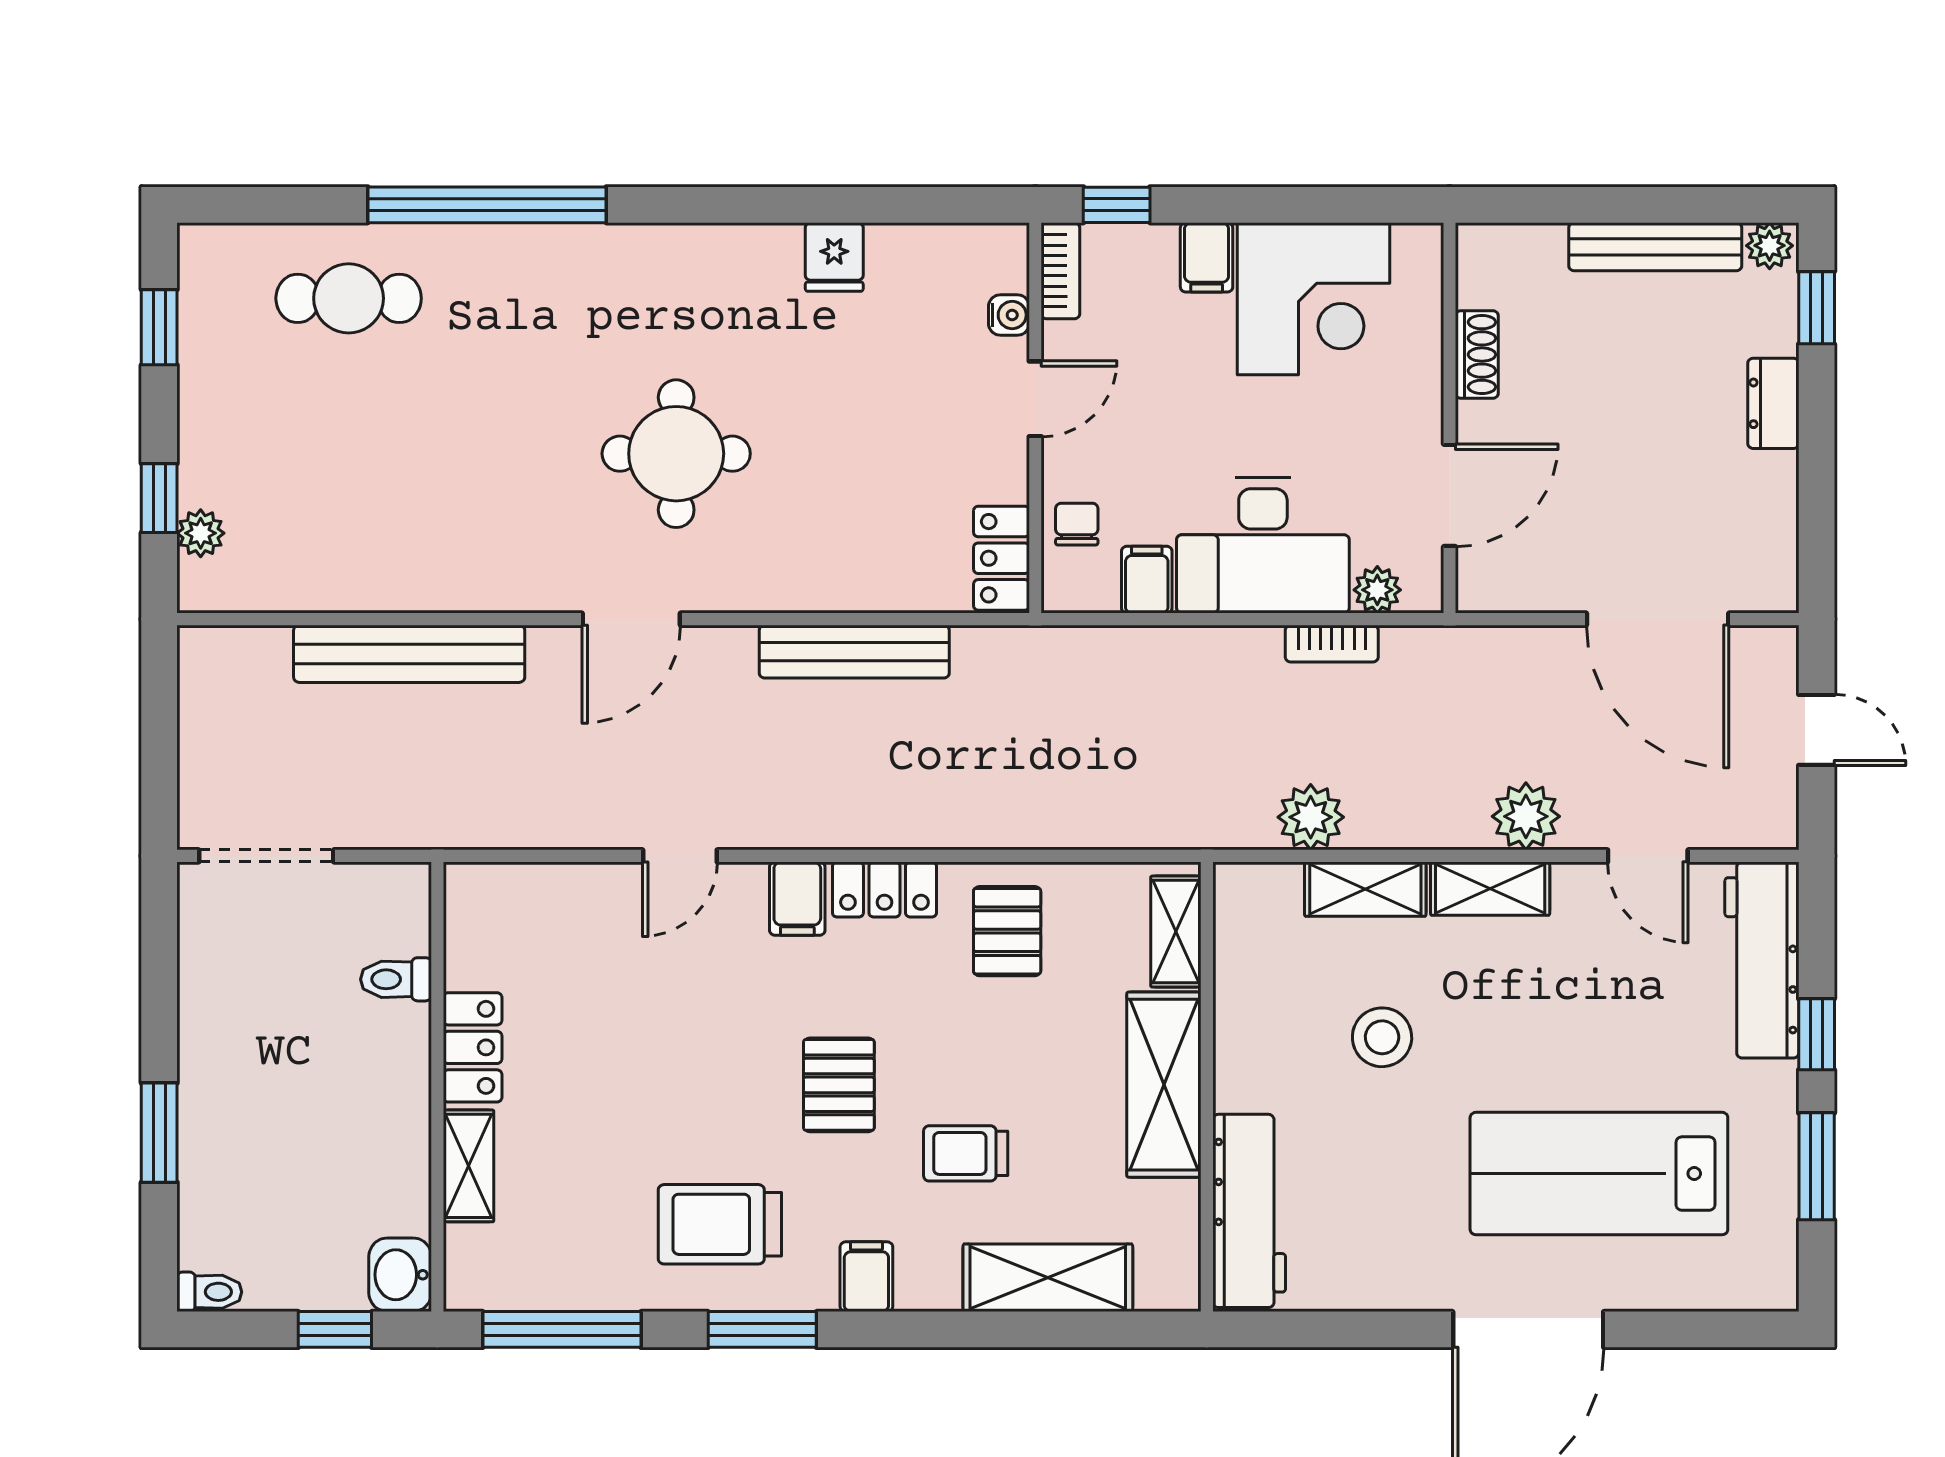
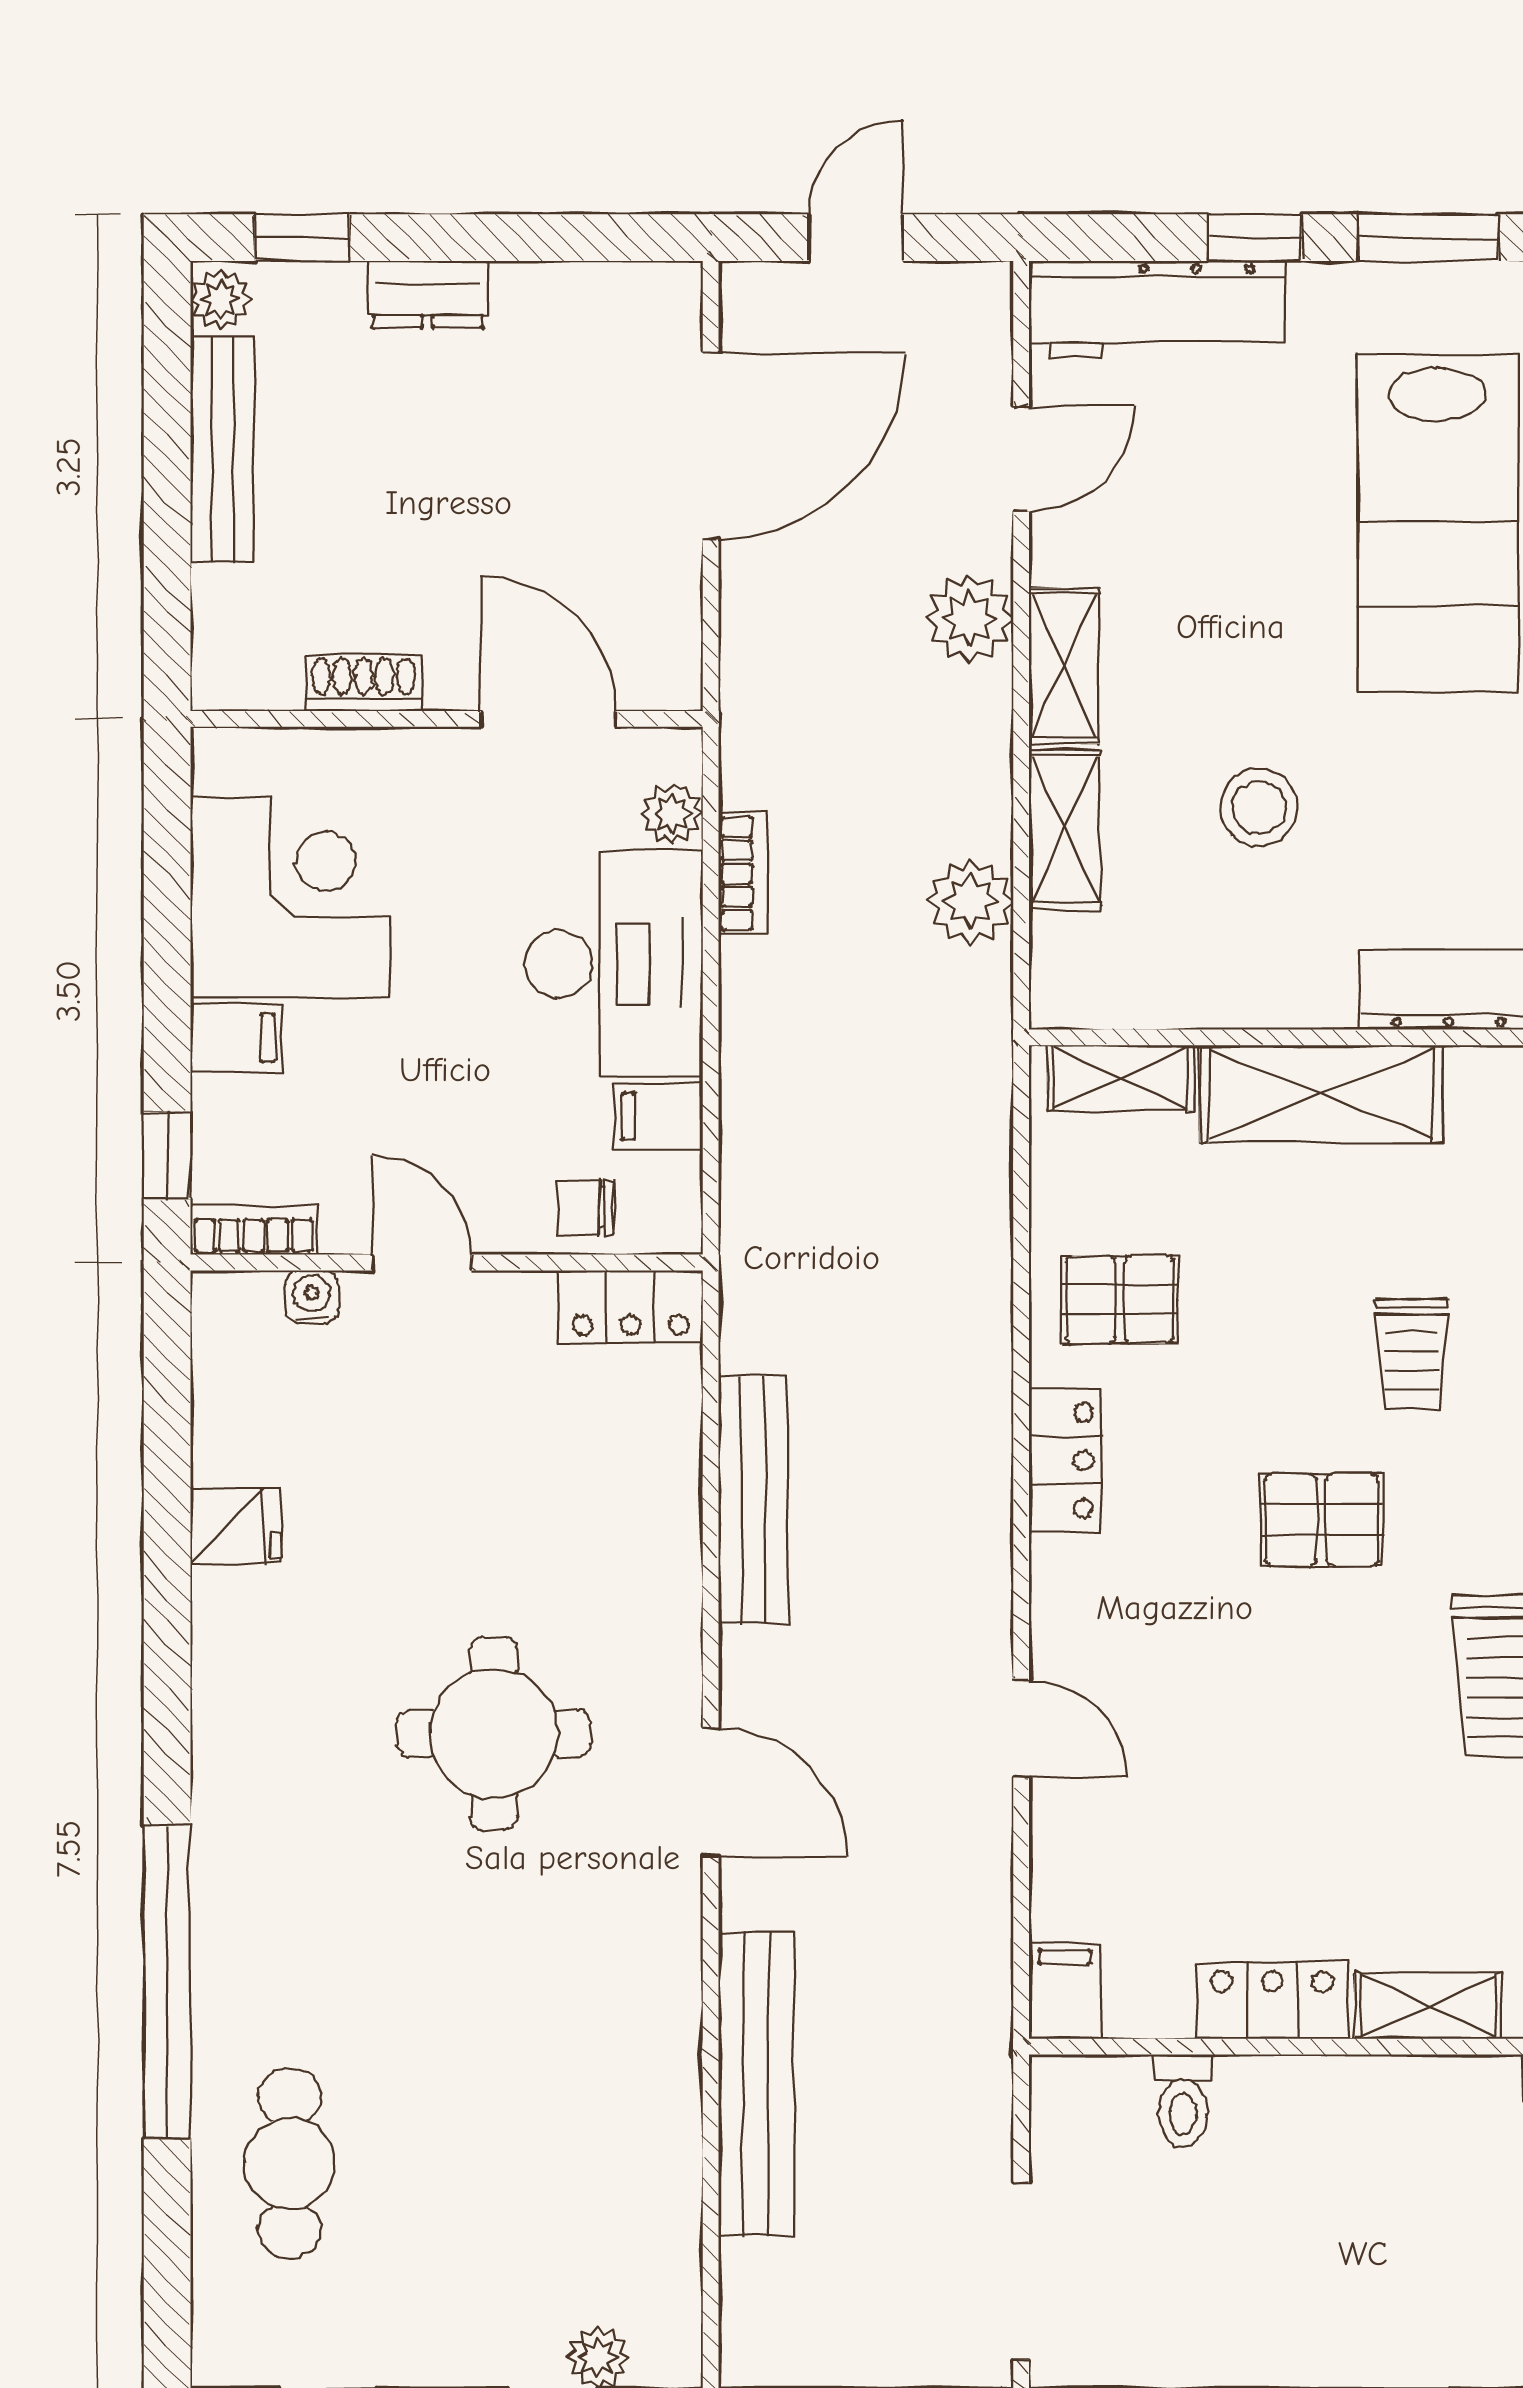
filing cabinet: (797, 899) -> (1065, 1991), moved, turned -90

